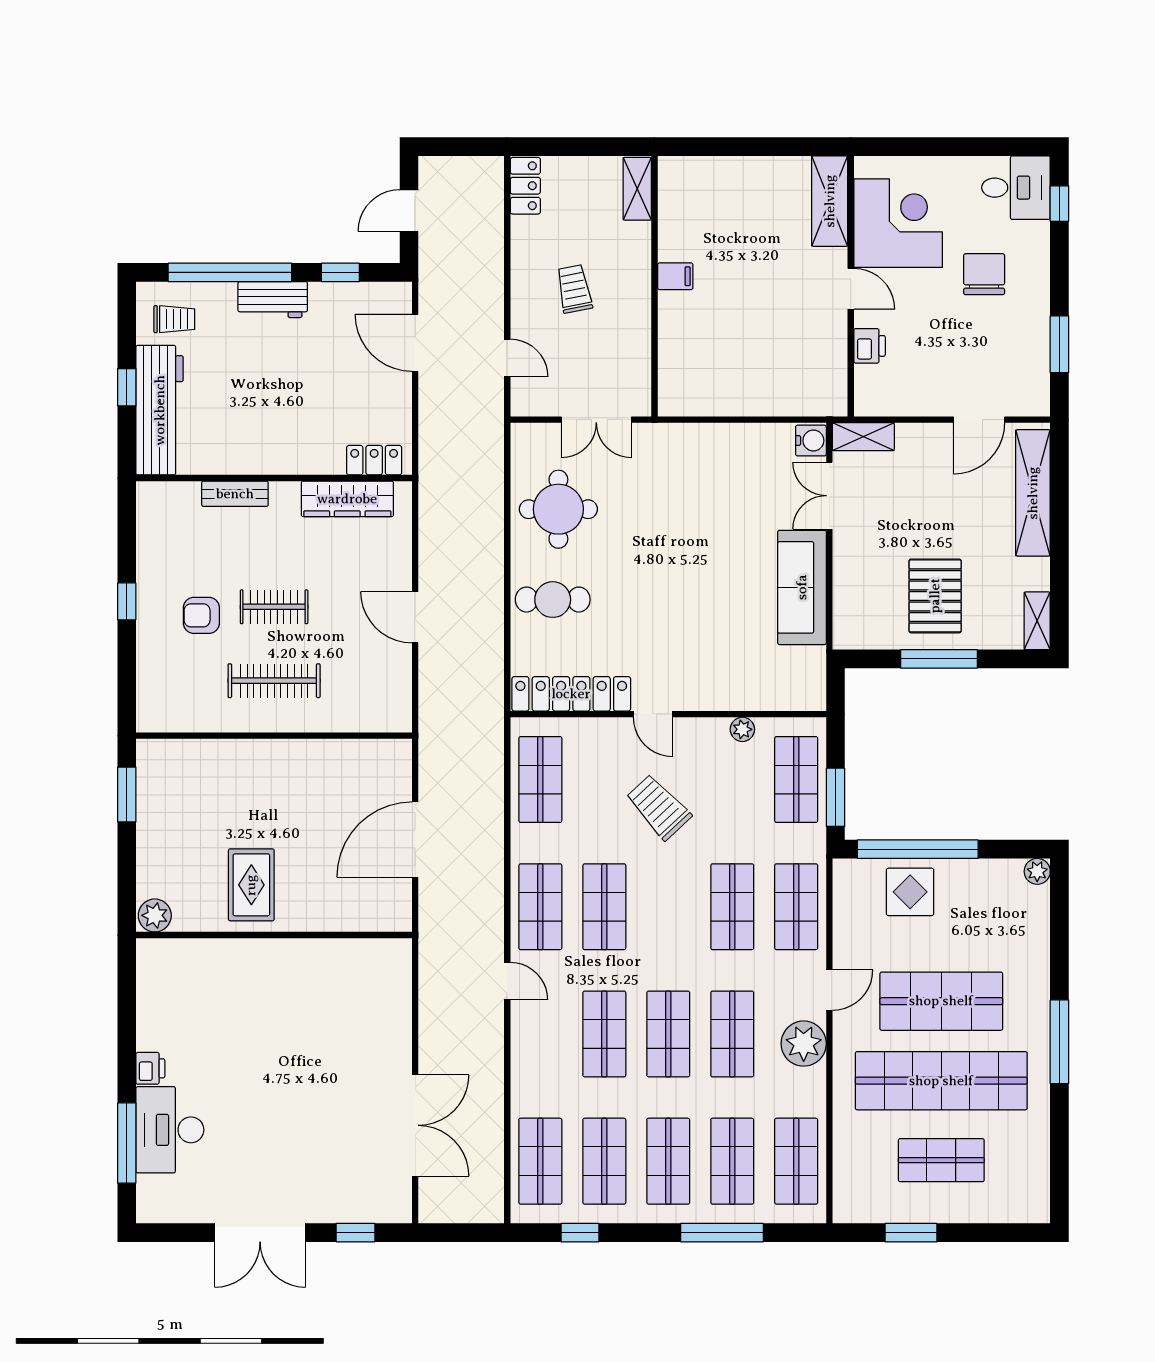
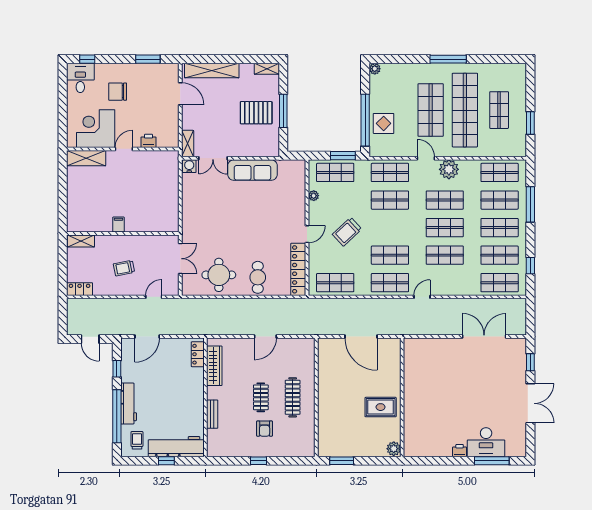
workbench: (273, 300) -> (129, 403), width x1.38

